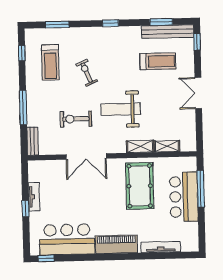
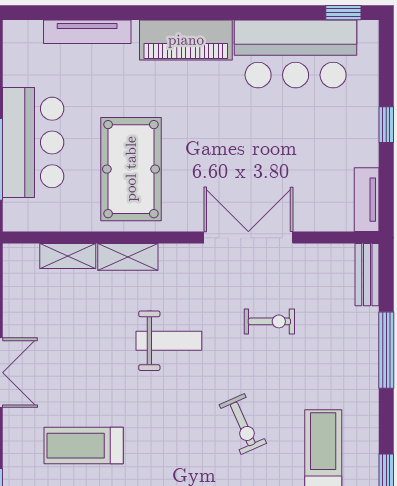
weight bench: (121, 109) -> (169, 341), width x0.73, depth x0.75
exercise bike: (76, 119) -> (269, 321), width x0.73, depth x0.72
tv unit: (34, 197) -> (367, 200), moved

